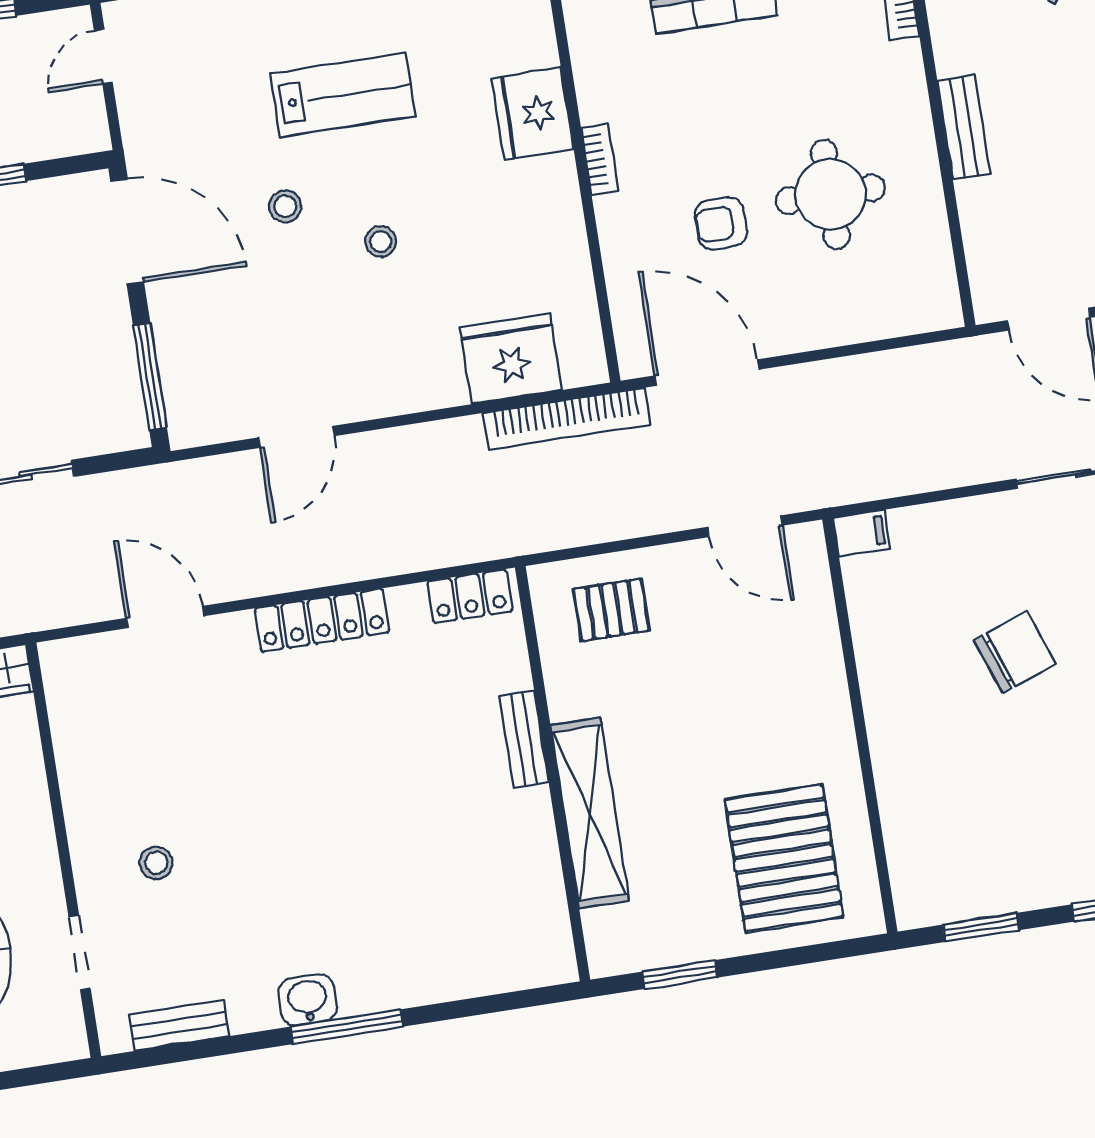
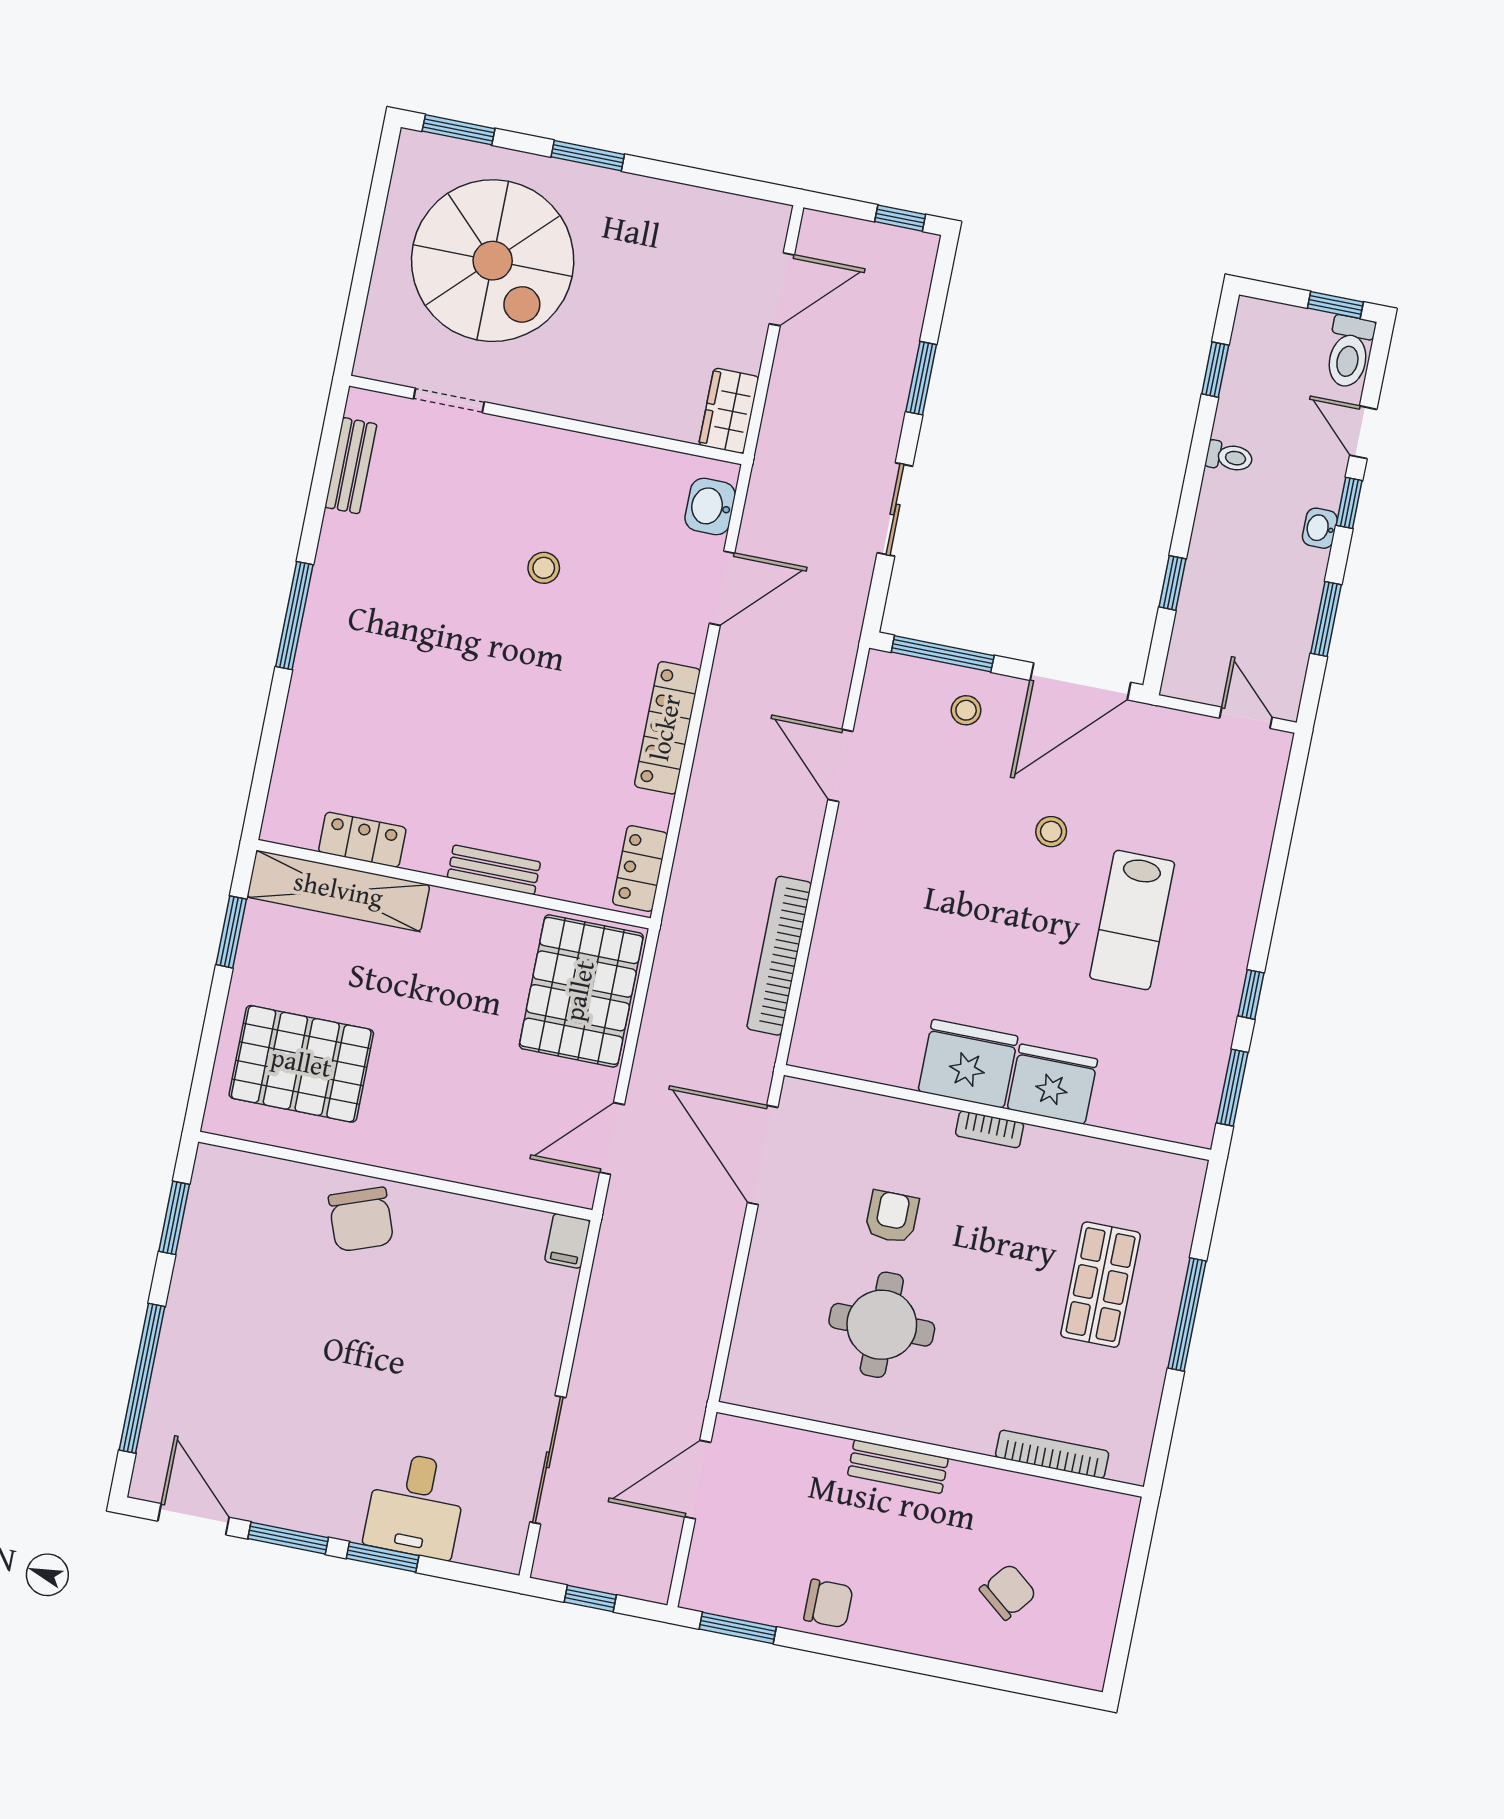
stool: (381, 242) -> (966, 710), moved
fridge: (511, 359) -> (968, 1064), moved, turned -90
door: (707, 373) -> (763, 1155), swing flipped
bookcase: (567, 419) -> (779, 956), moved
pallet: (611, 610) -> (581, 991), width x2.05, depth x2.00
chair: (1015, 652) -> (361, 1219), moved
shelving: (590, 813) -> (338, 891), moved
stool: (156, 863) -> (544, 568), moved
locker: (542, 879) -> (362, 840), added
washbasin: (308, 1000) -> (710, 506), moved, turned 180

